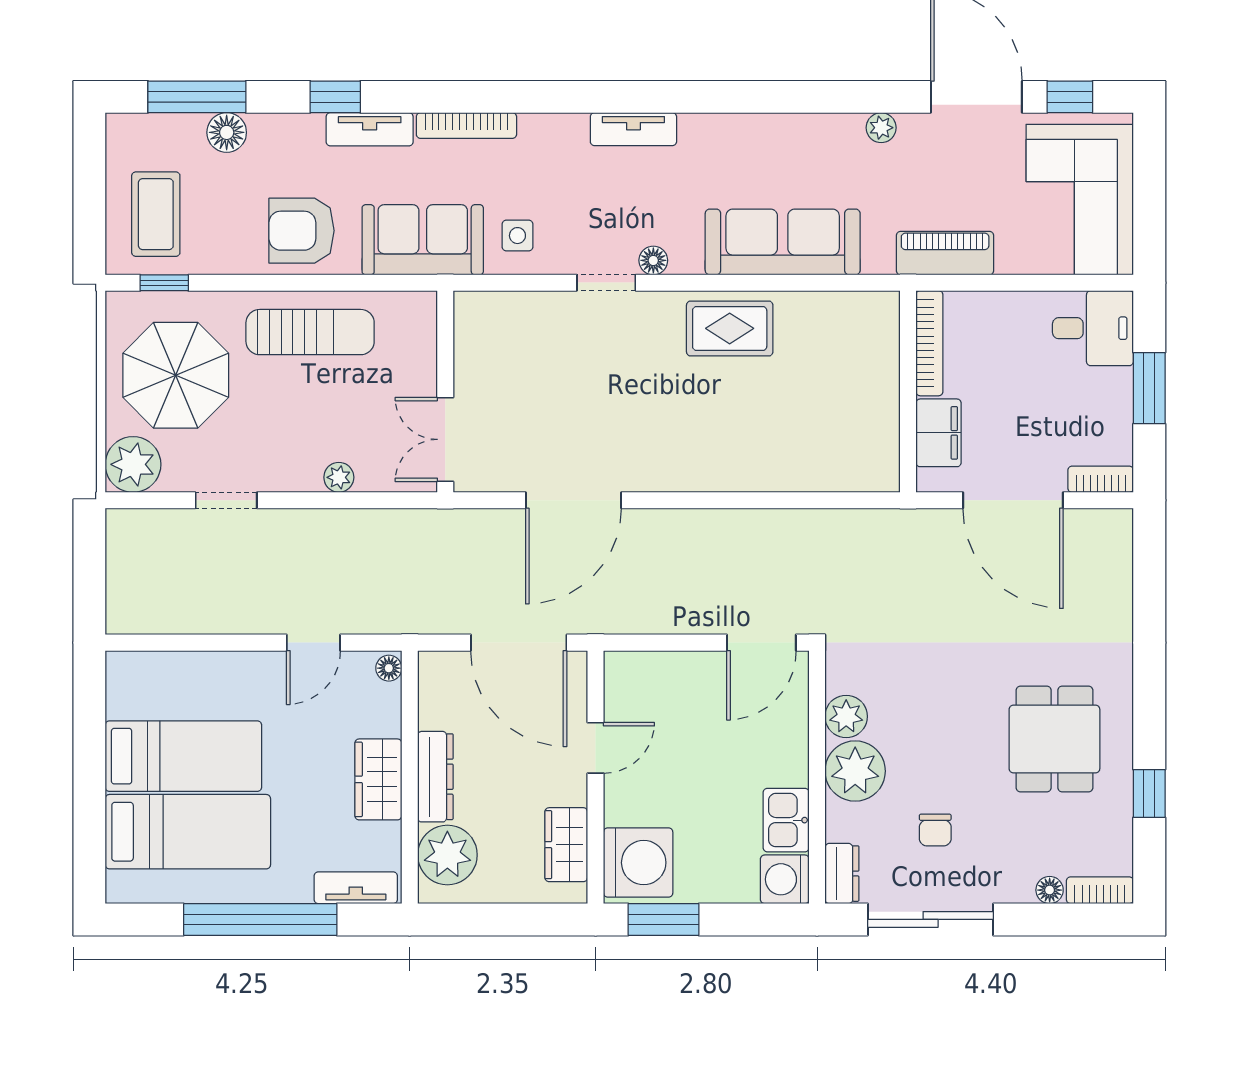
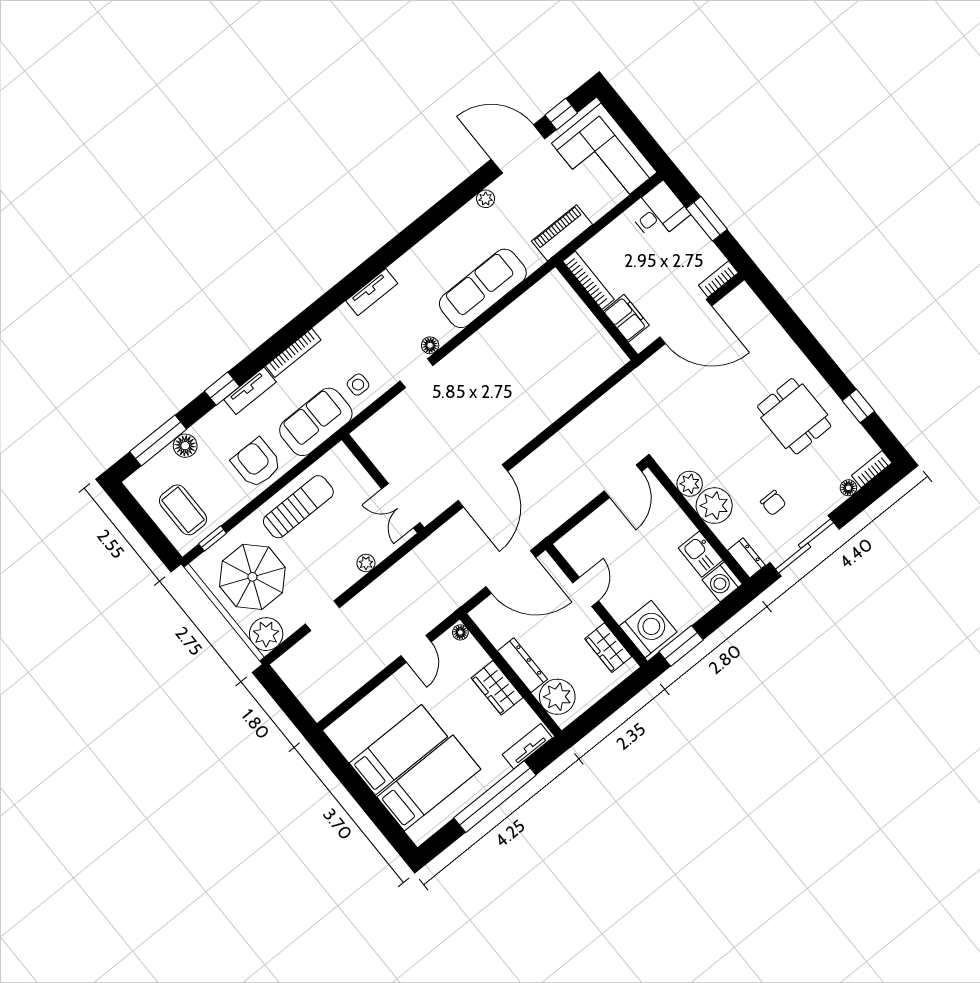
armchair: (301, 231) -> (256, 463), turned 90
rug: (730, 328) -> (491, 348), removed

